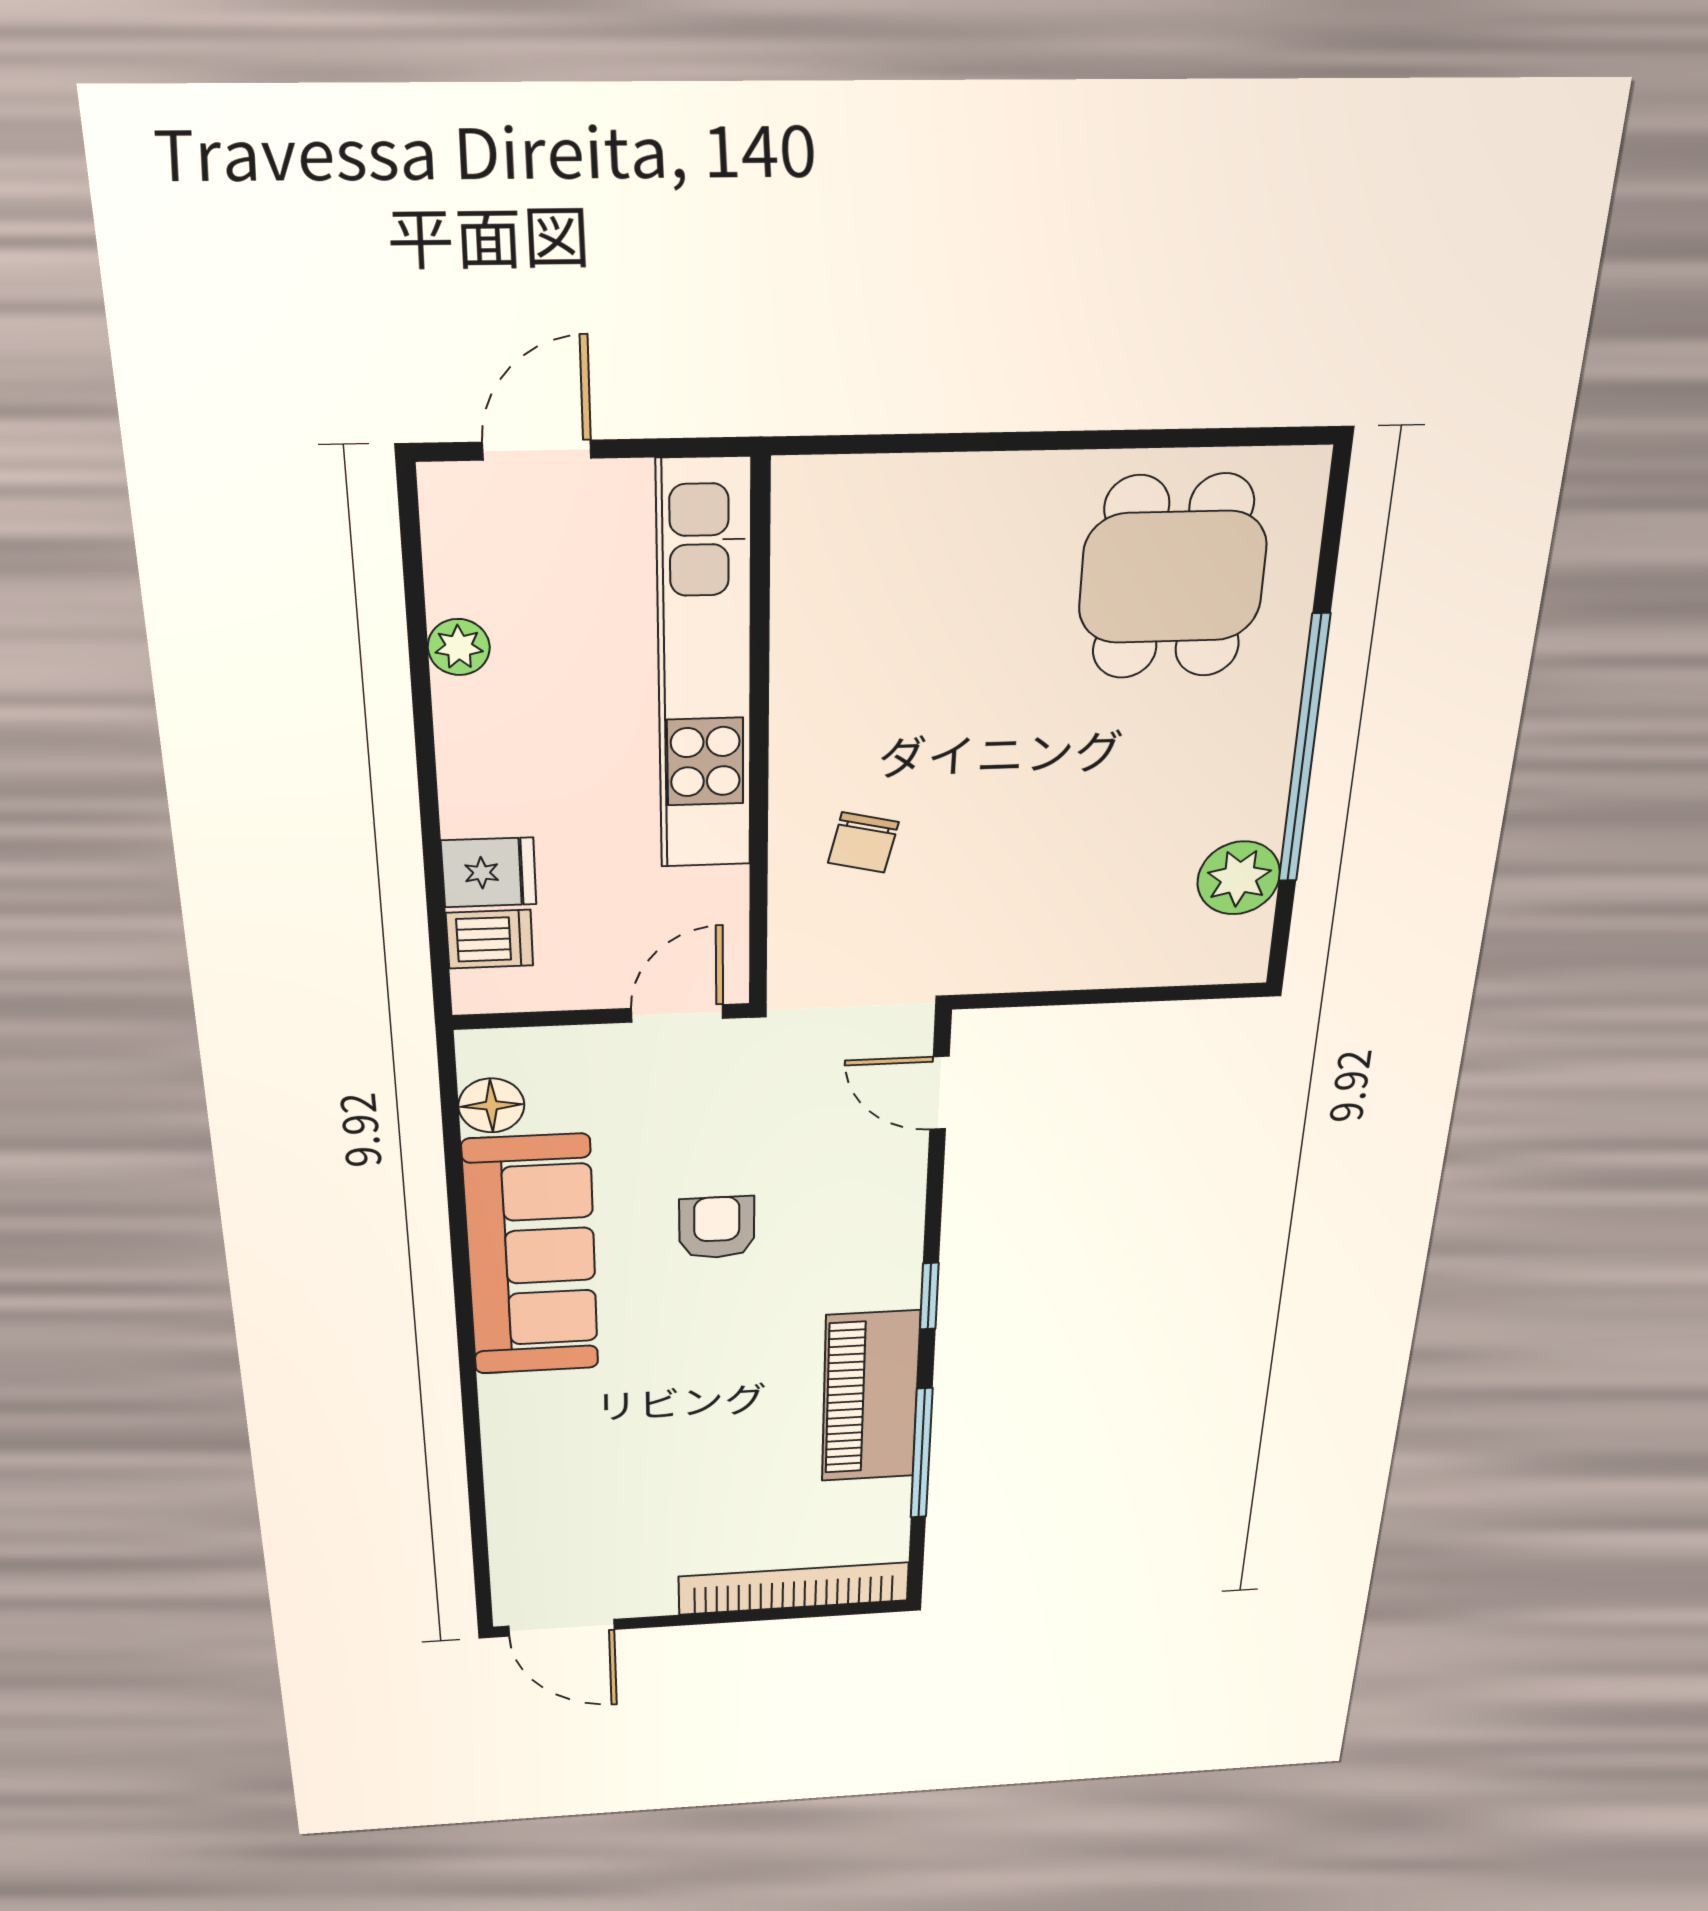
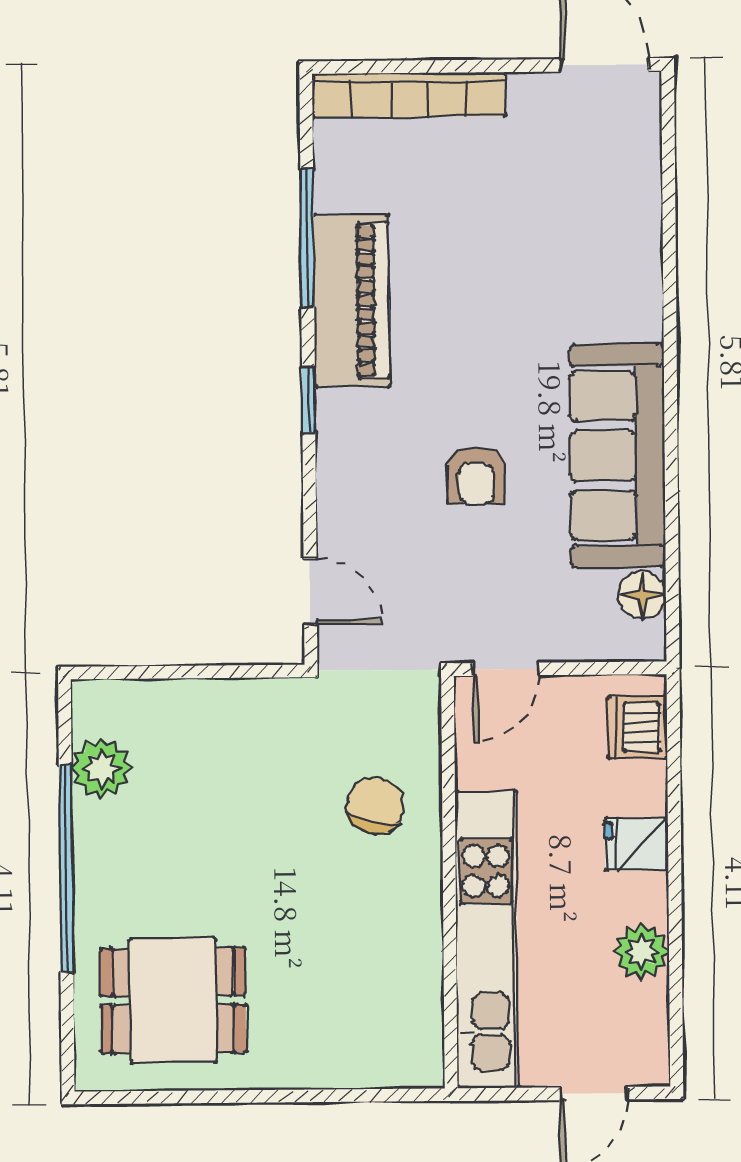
dining table: (1173, 577) -> (173, 1000), turned 90
plant: (459, 647) -> (641, 952), width x1.38, depth x1.38
chair: (863, 842) -> (375, 805), width x1.37, depth x1.37
fridge: (489, 872) -> (637, 844), moved
dishwasher: (490, 939) -> (638, 727), width x1.38

